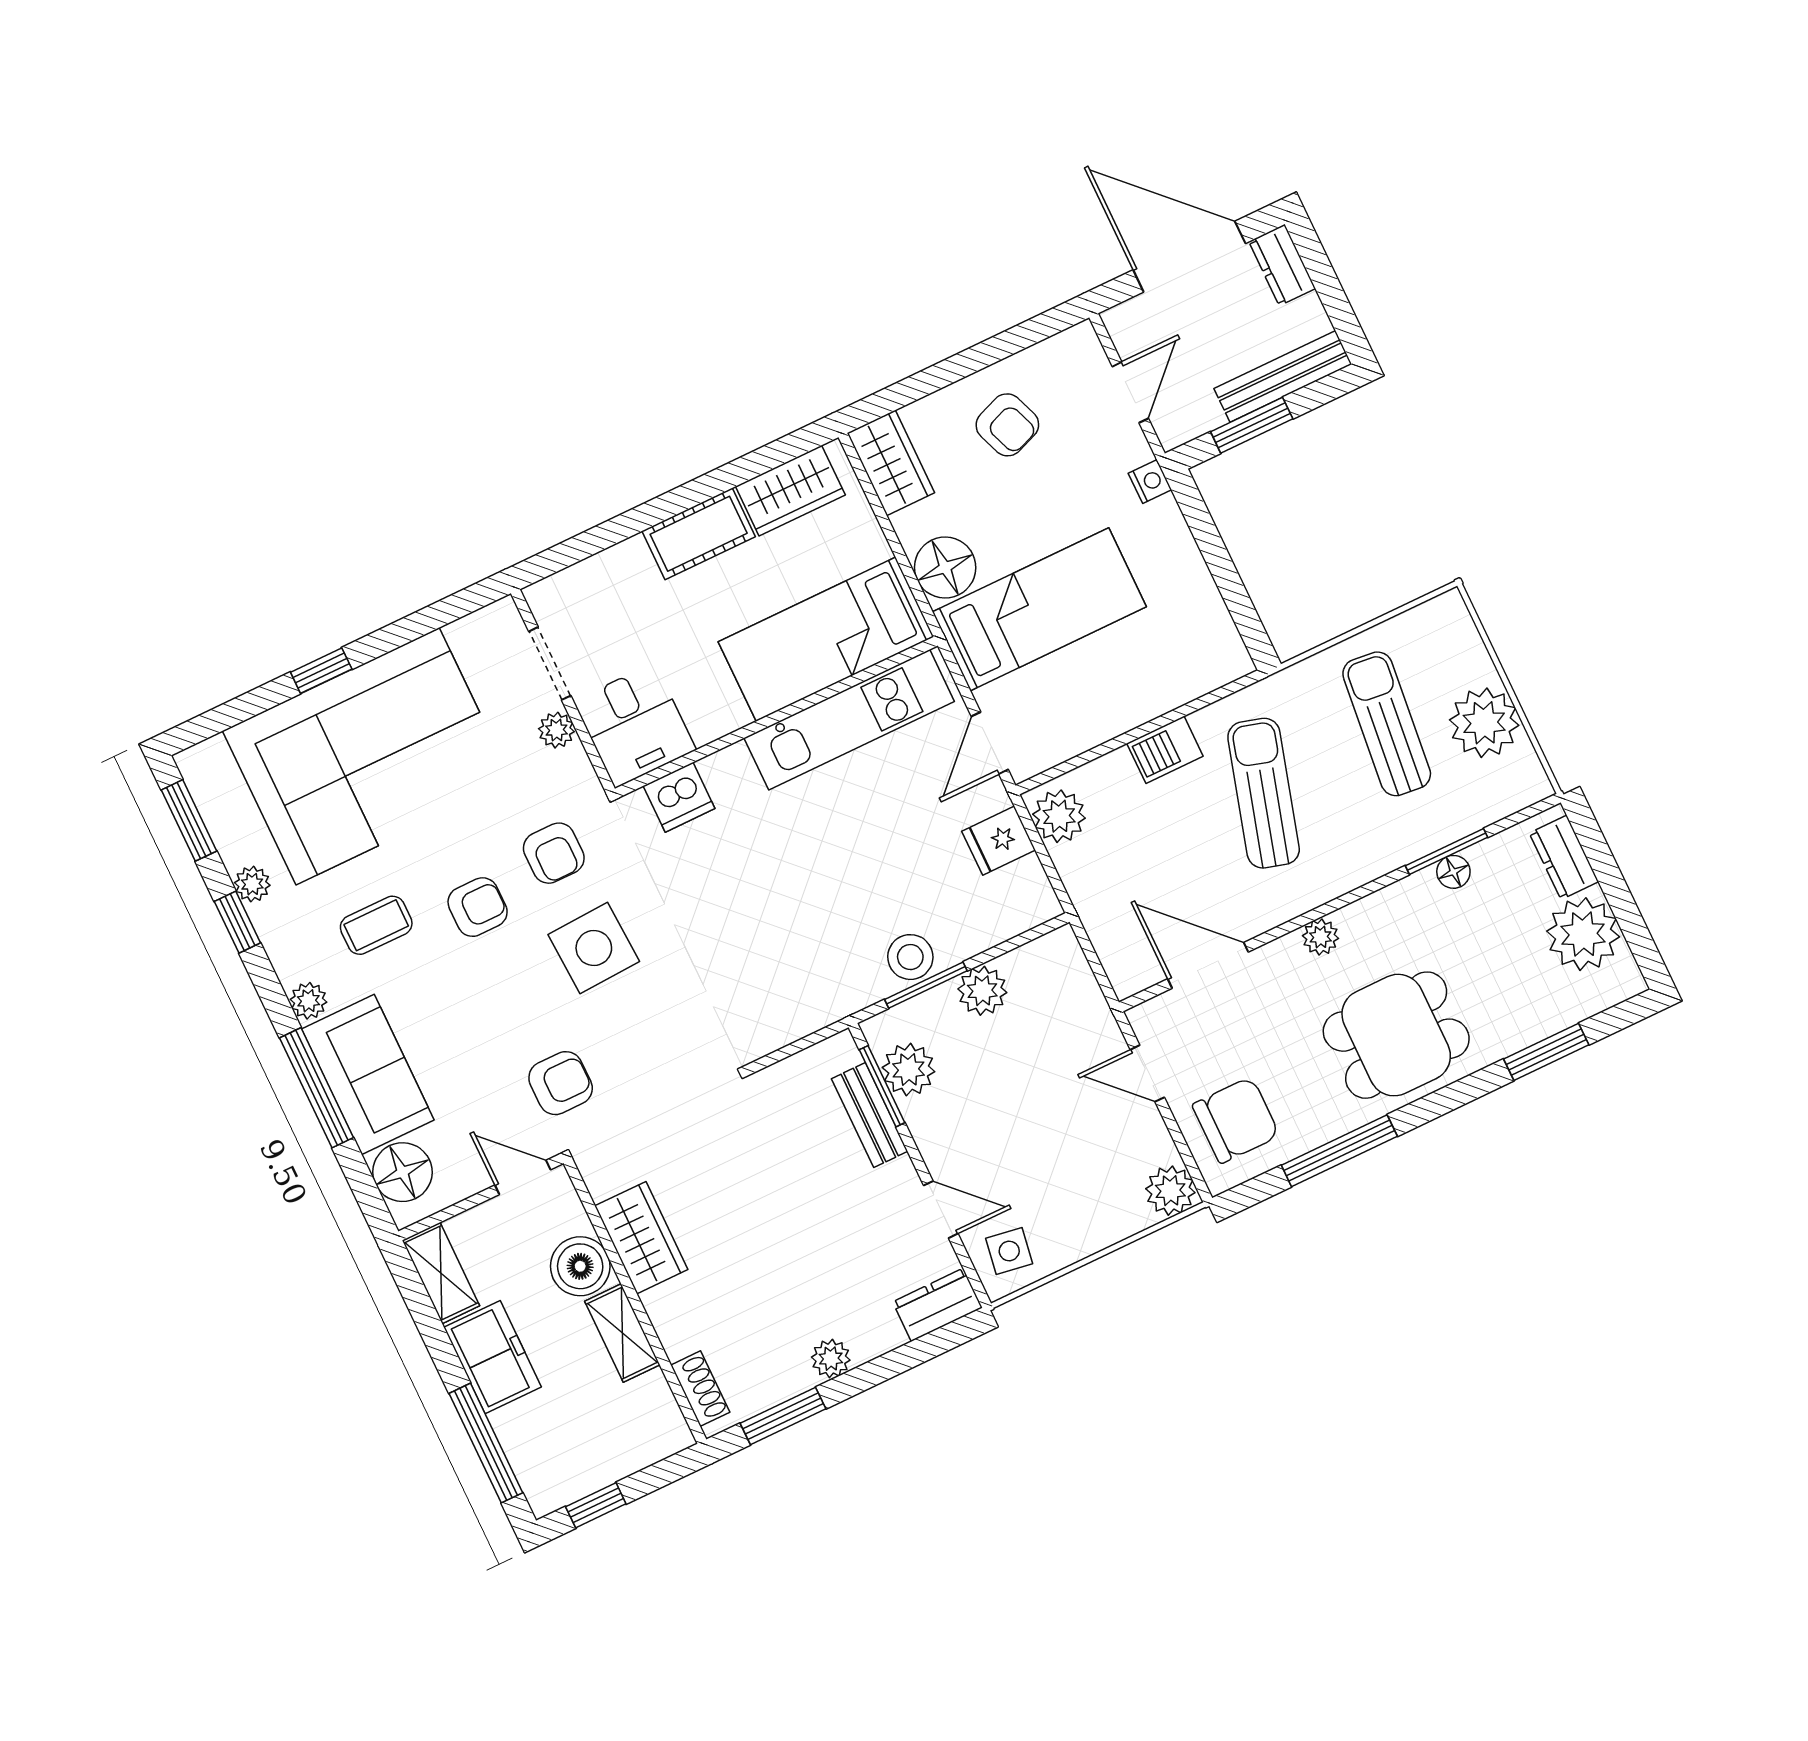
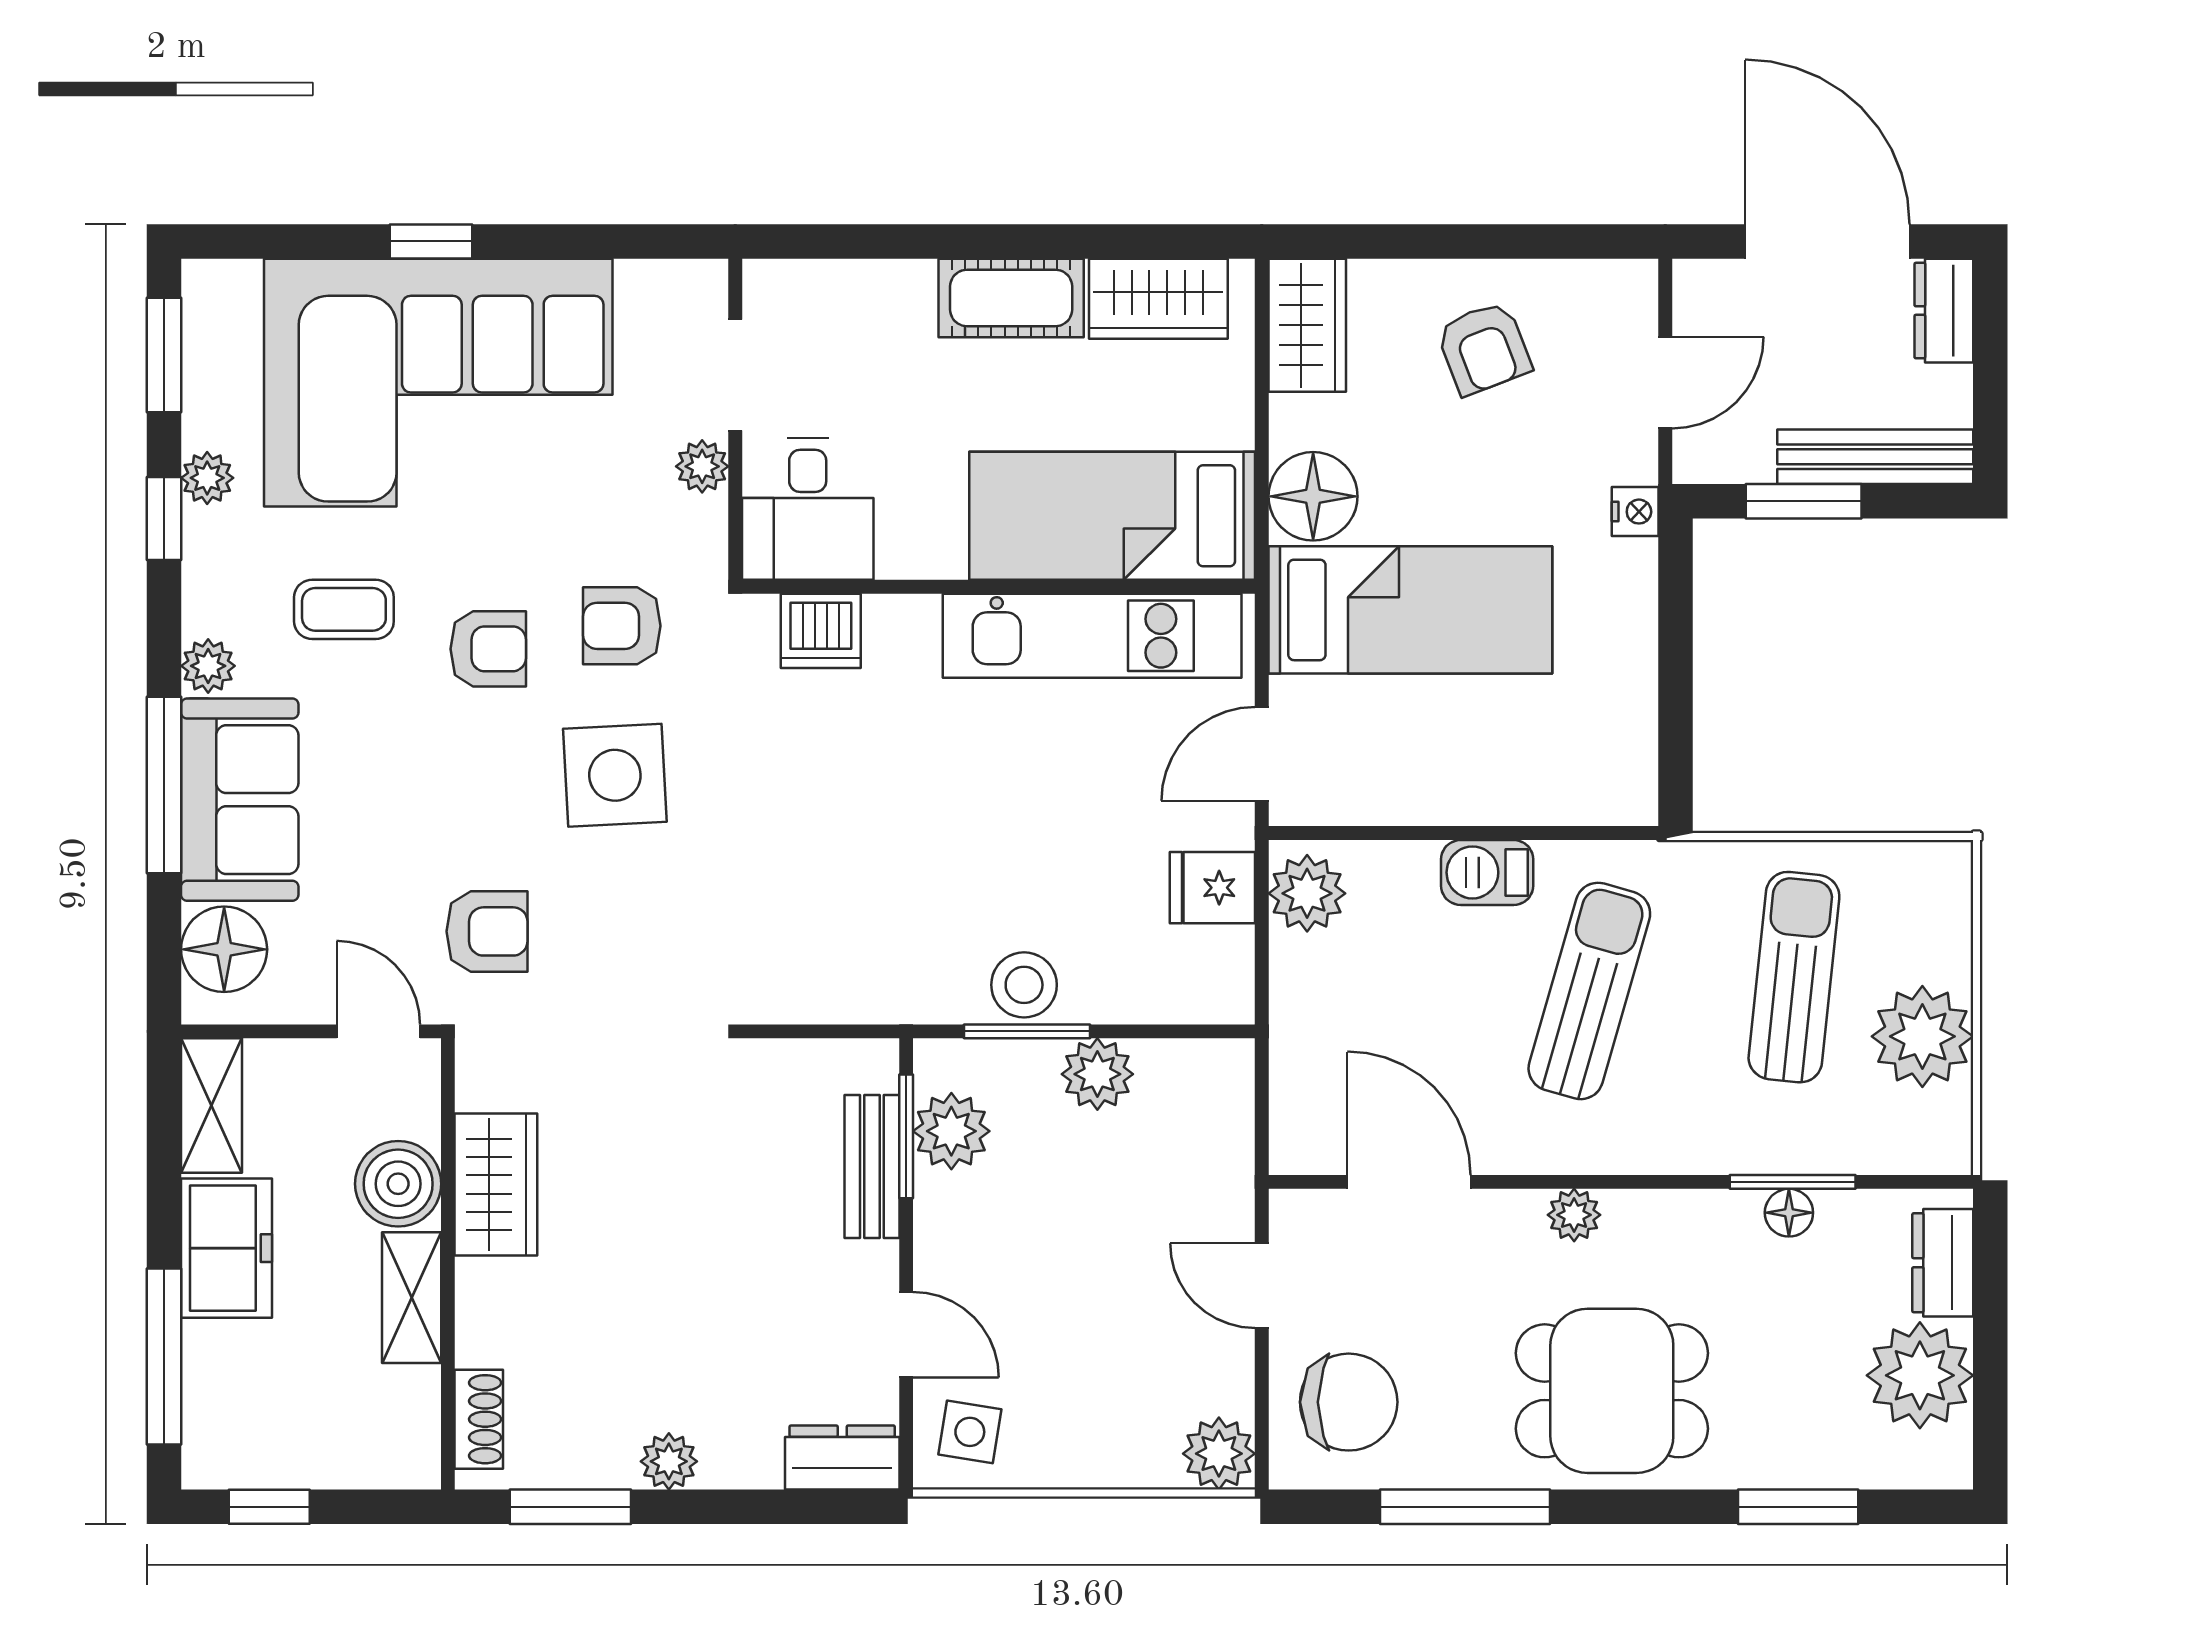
armchair: (554, 853) -> (622, 626), turned 90

